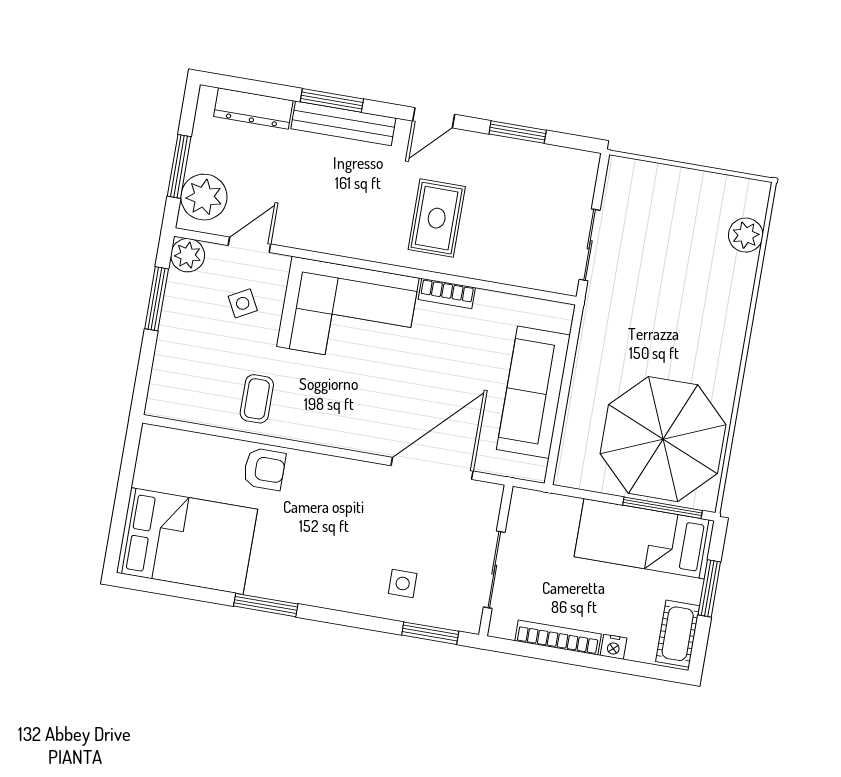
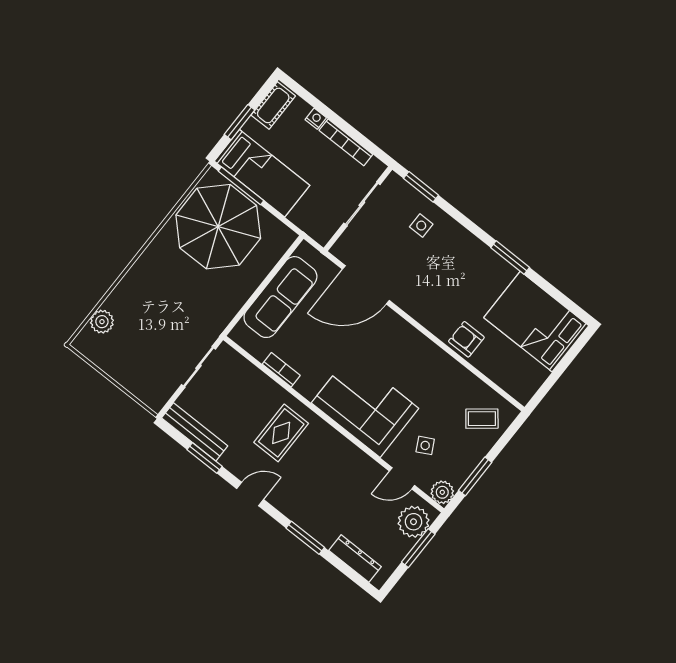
bench: (343, 123) -> (195, 432), moved
bookcase: (447, 293) -> (281, 370), moved
coffee table: (257, 399) -> (482, 419), moved, turned 51

